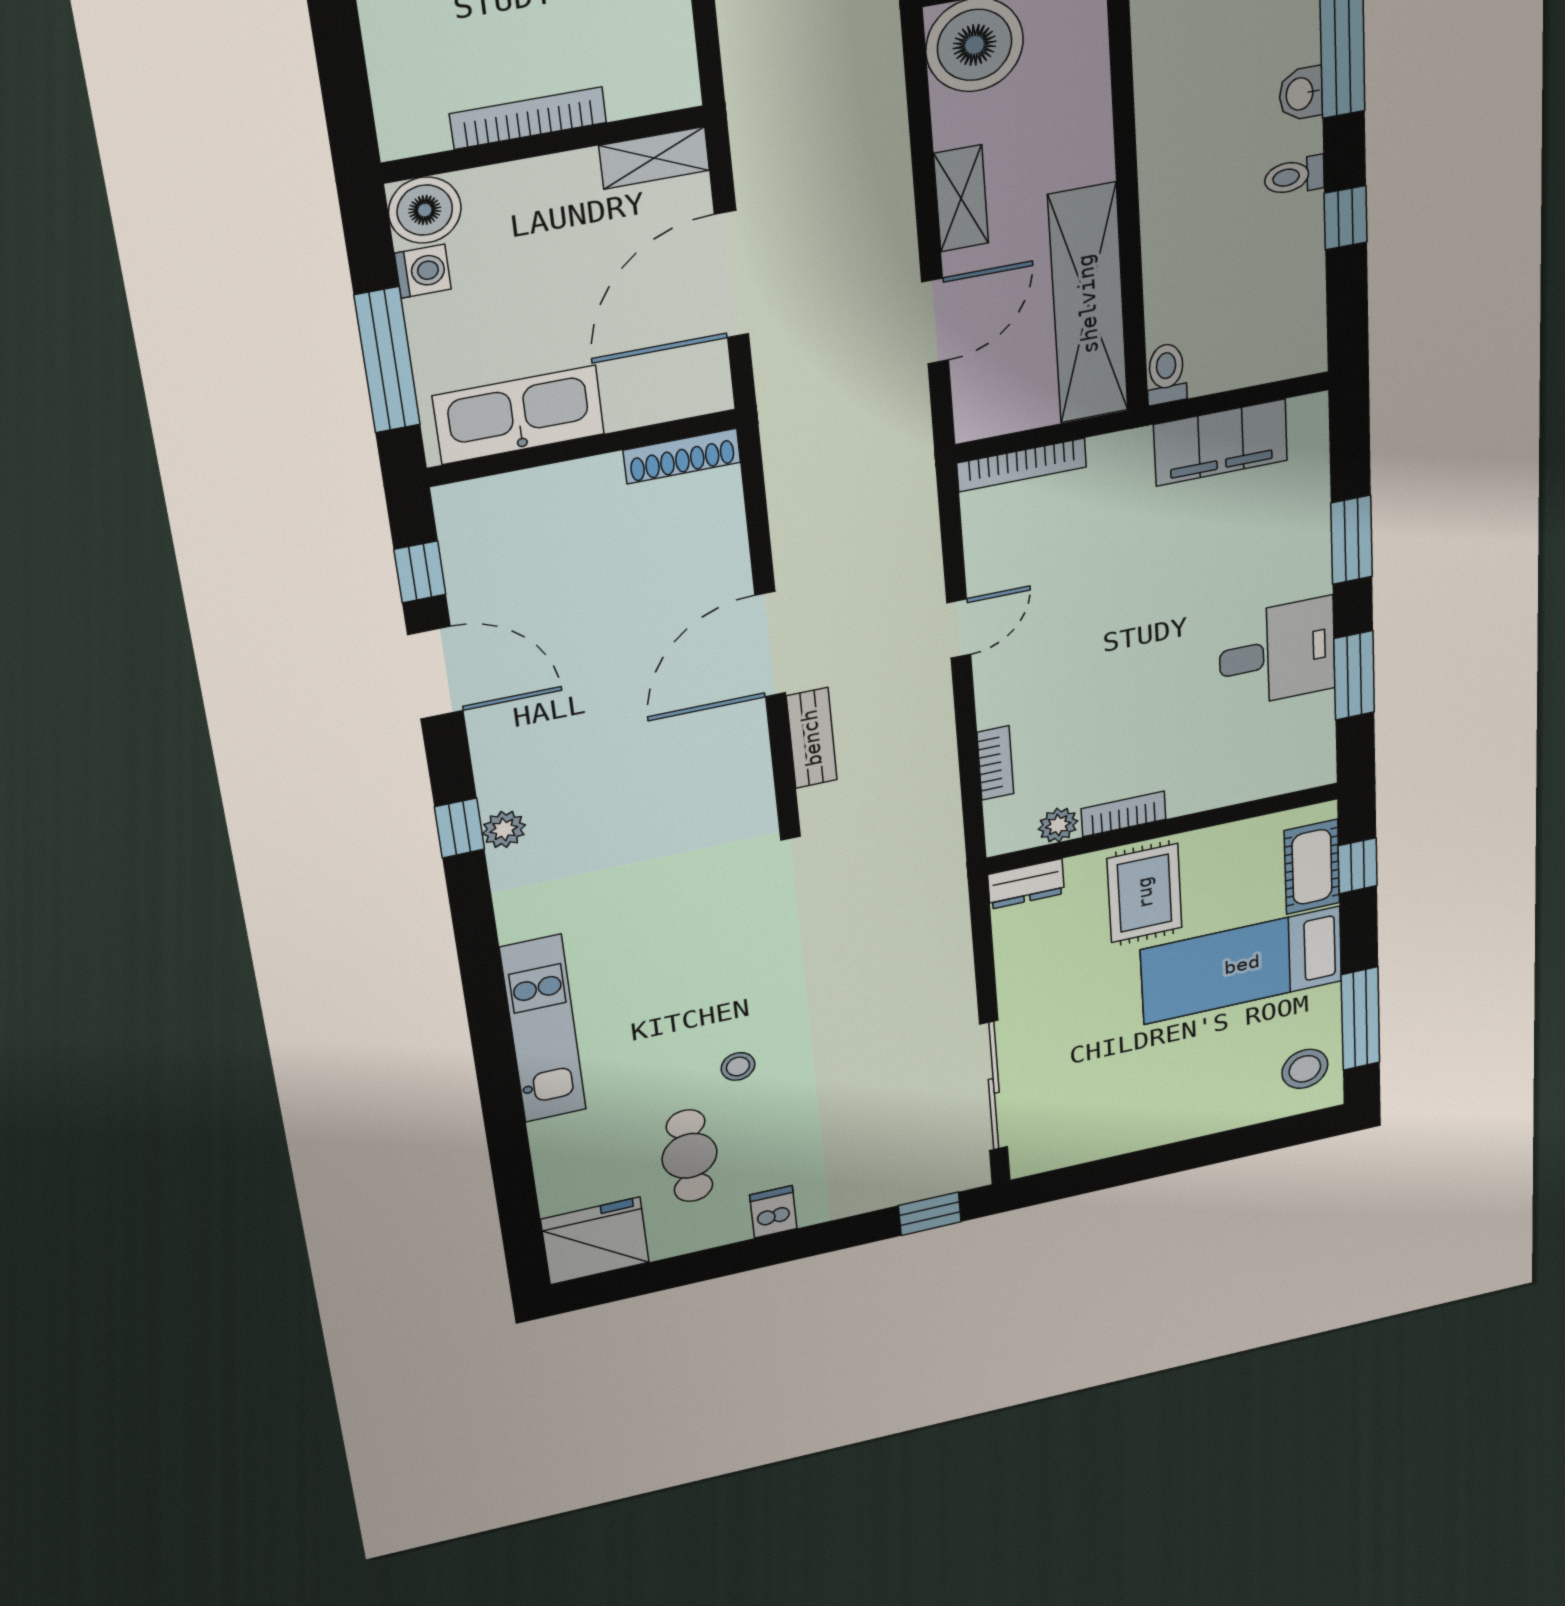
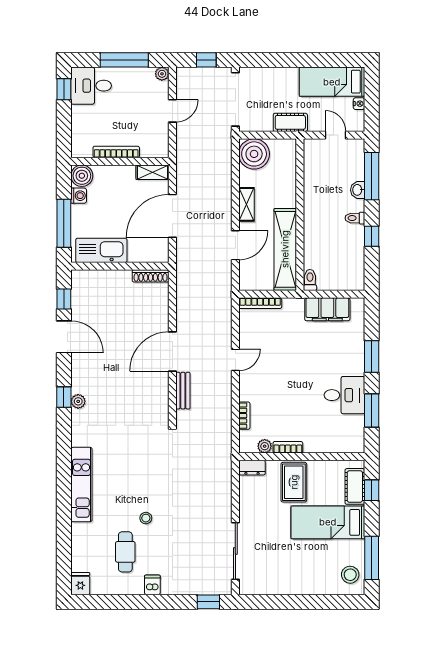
fridge: (595, 1241) -> (80, 584), width x0.53, depth x0.75

